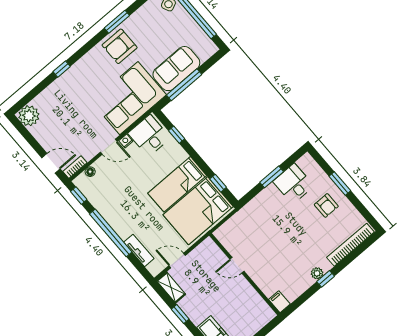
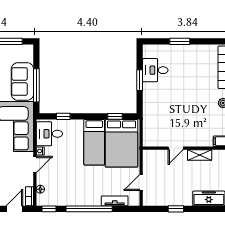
armchair: (326, 205) -> (186, 61), removed
shelving: (171, 287) -> (200, 155), moved

